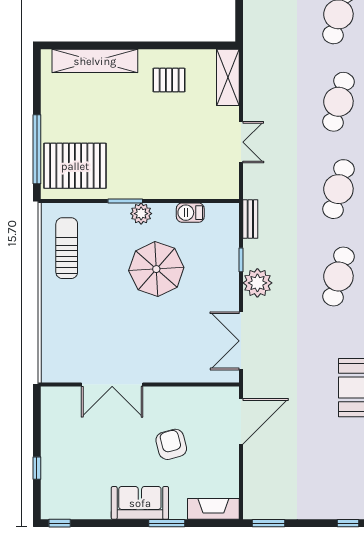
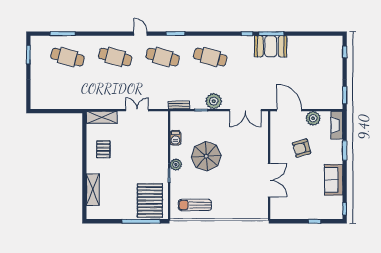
shelving: (95, 61) -> (93, 190), width x0.68
plant: (226, 465) -> (313, 118), added
sofa: (140, 503) -> (334, 180), moved

